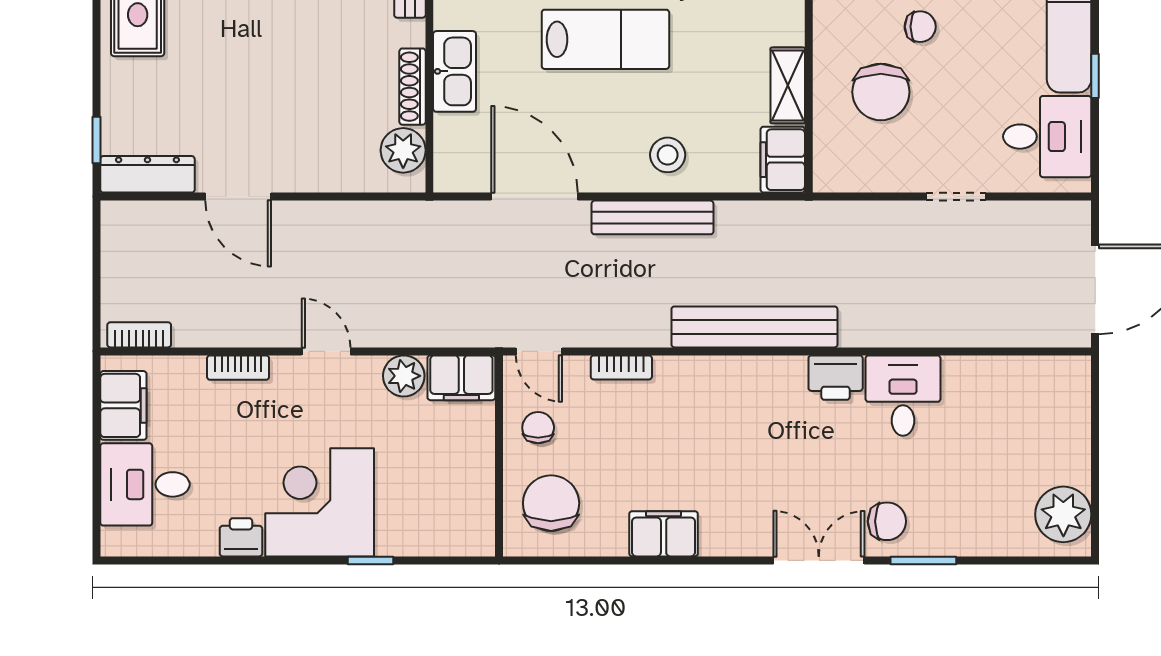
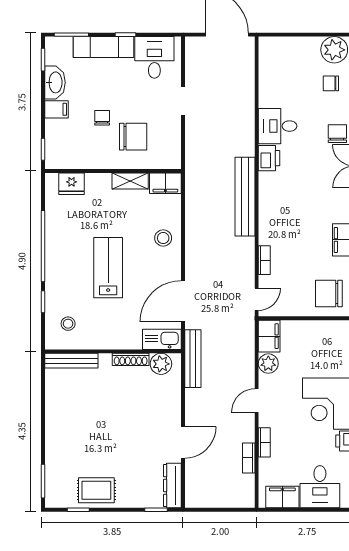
kitchen sink: (455, 71) -> (162, 339), moved
bench: (653, 217) -> (193, 359), moved
bookcase: (139, 335) -> (249, 458), moved
chair: (538, 428) -> (331, 83), moved

